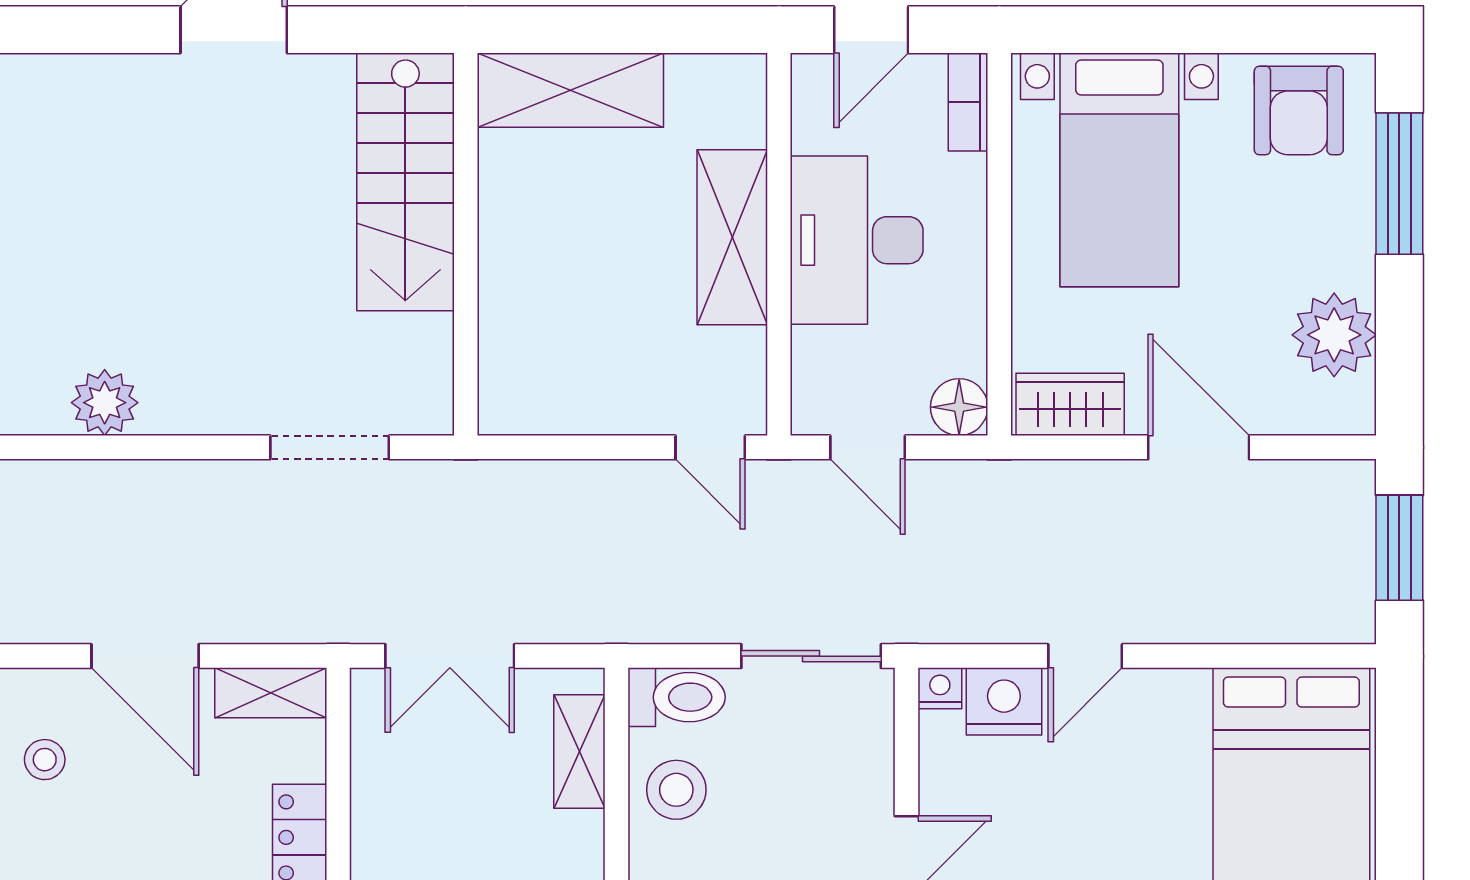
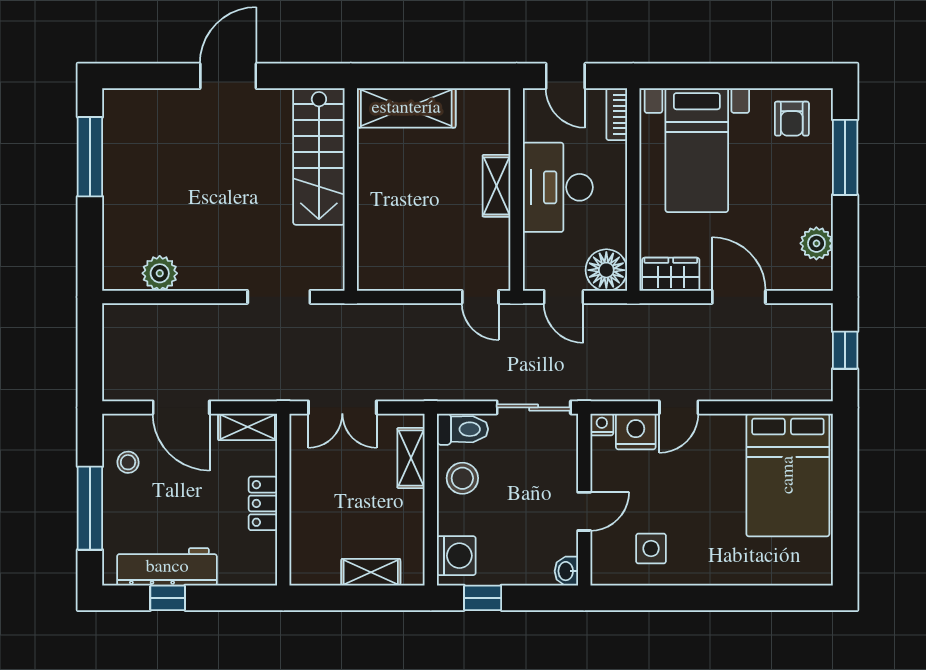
door: (871, 30) -> (565, 76), hinge flipped
armchair: (1299, 110) -> (792, 119), width x0.72, depth x0.72
shelving: (732, 237) -> (497, 186), width x0.67, depth x0.75
plant: (1334, 335) -> (816, 243), width x0.73, depth x0.73
floor lamp: (959, 407) -> (606, 270), width x1.38, depth x1.38
window: (1399, 548) -> (845, 350), width x0.67

